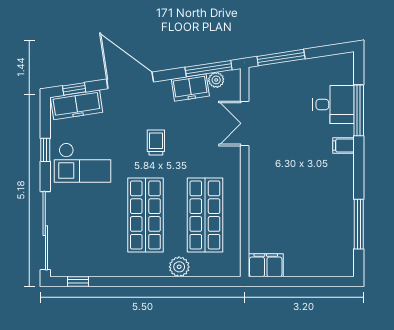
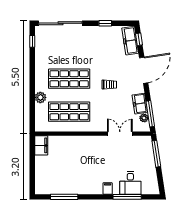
checkout: (83, 163) -> (98, 44), removed

